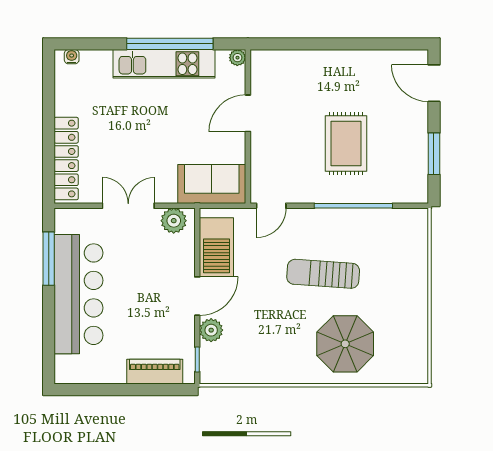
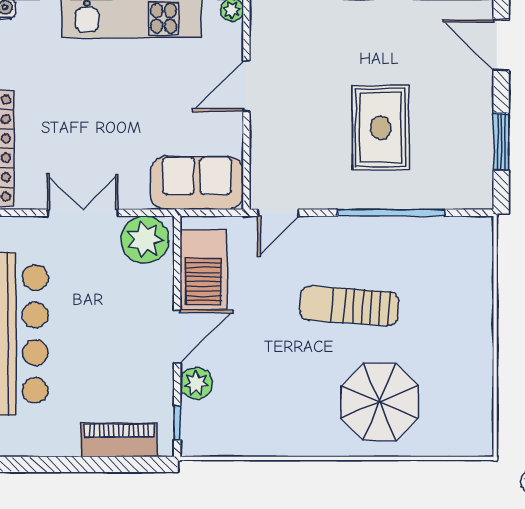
plant: (174, 221) -> (145, 240), width x1.36, depth x1.36

